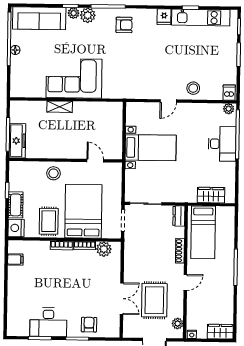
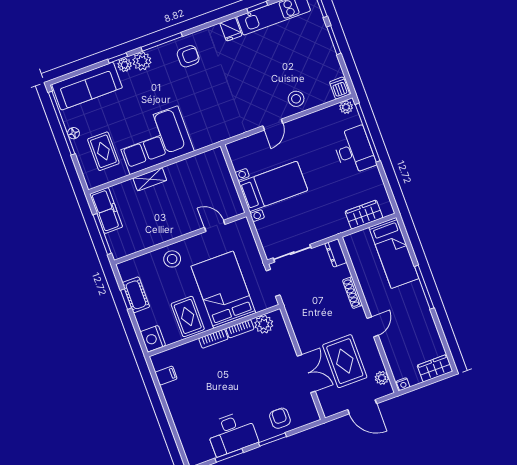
rug: (33, 72) -> (103, 151), added
freezer: (17, 141) -> (106, 210), moved
cot: (16, 205) -> (136, 295), moved
bed: (203, 232) -> (394, 253), moved

